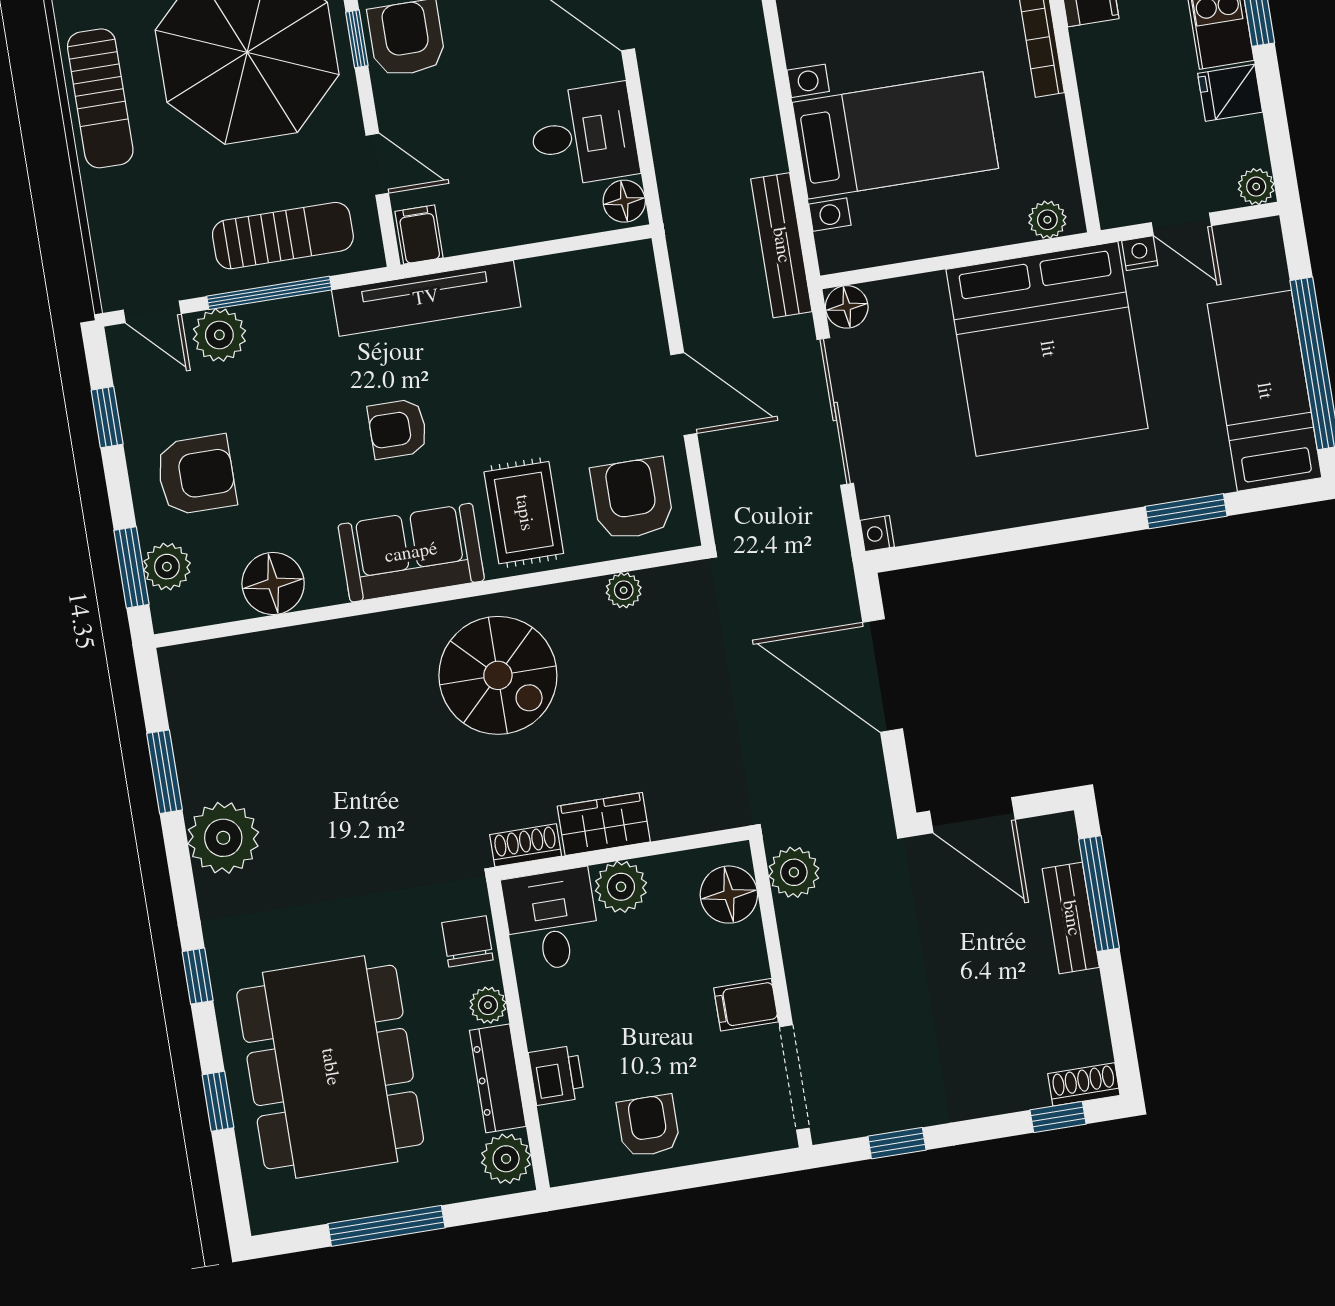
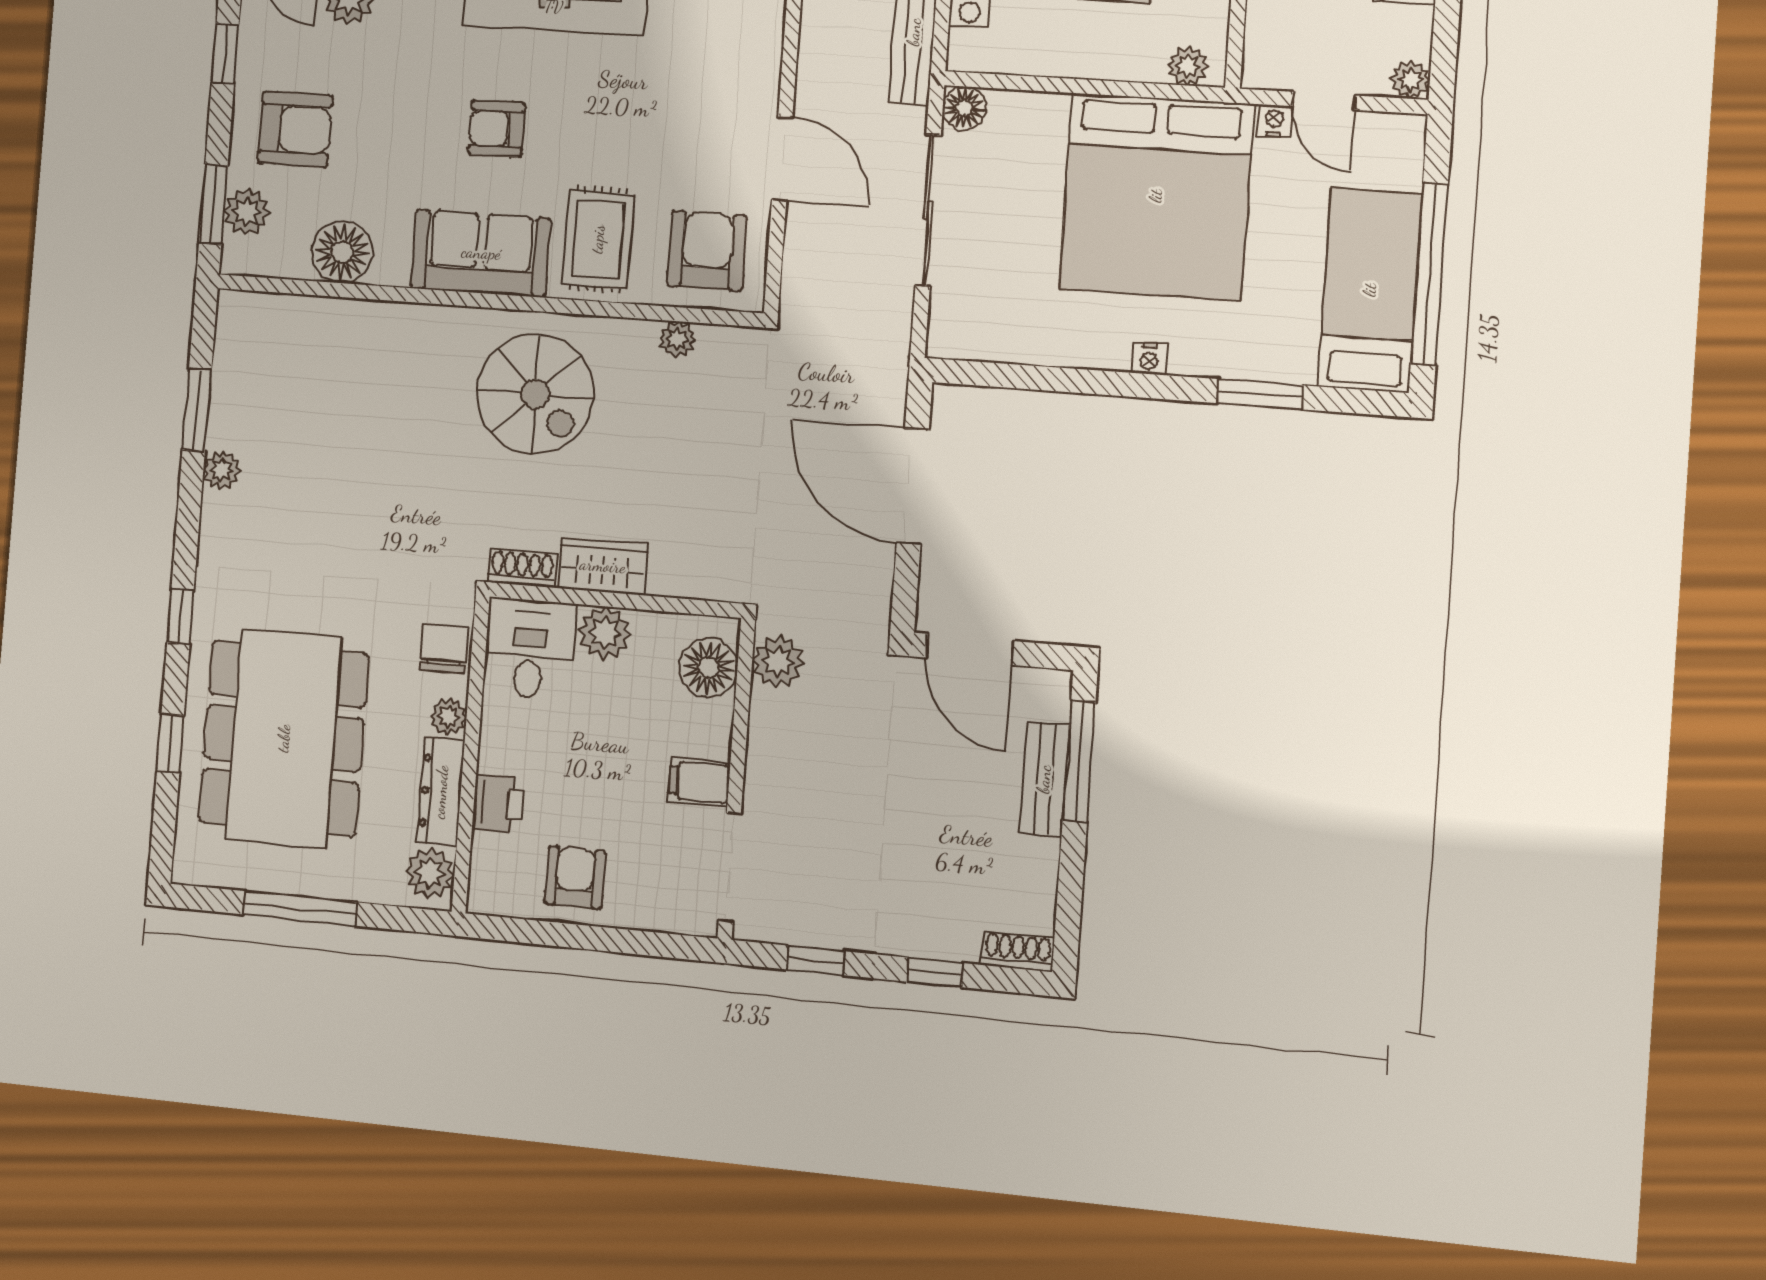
nightstand: (877, 534) -> (1149, 358), moved, turned -90
plant: (223, 838) -> (222, 470), width x0.53, depth x0.53
window: (1058, 1117) -> (935, 972), moved

